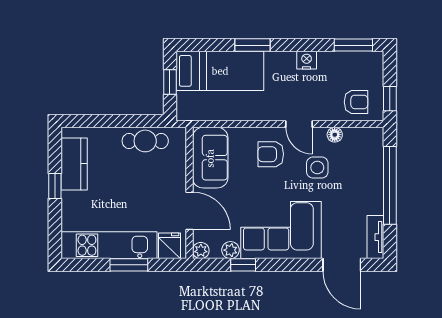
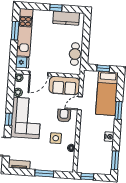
armchair: (356, 102) -> (87, 160), removed
door: (299, 124) -> (80, 103), moved
window: (390, 185) -> (44, 173), width x0.47
window: (129, 265) -> (15, 31), moved
window: (243, 265) -> (9, 119), moved

